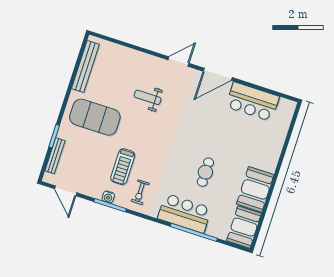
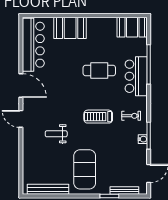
weight bench: (148, 97) -> (56, 134), turned 90
bar counter: (253, 102) -> (33, 45), width x1.36
treadmill: (123, 167) -> (98, 117), moved, turned 180
cafe table: (205, 172) -> (99, 70), width x1.37, depth x1.35
booth: (255, 189) -> (70, 28), moved

